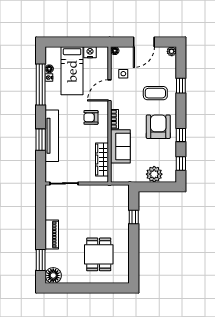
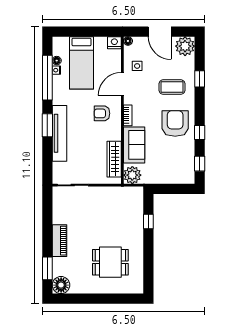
door: (144, 42) -> (160, 32), hinge flipped
plant: (172, 51) -> (185, 46), width x1.87, depth x1.87
nightstand: (90, 52) -> (114, 43), moved
window: (41, 140) -> (47, 125), moved
plant: (154, 174) -> (132, 175), moved
dining table: (99, 254) -> (110, 262), turned 90

